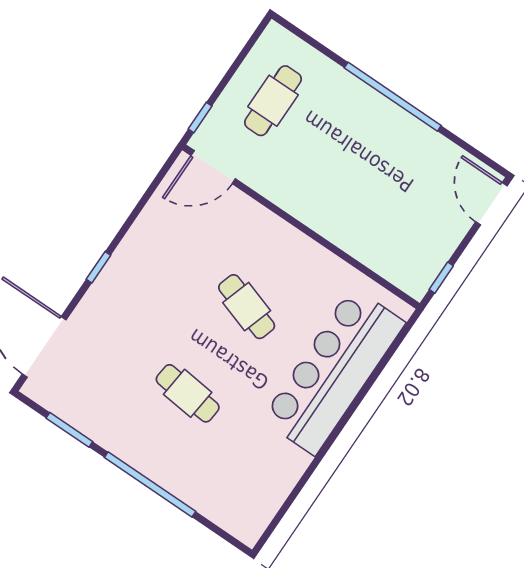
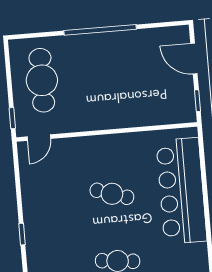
cafe table: (273, 101) -> (42, 80), width x1.37, depth x1.35
door: (213, 167) -> (39, 138), width x0.73
door: (491, 204) -> (194, 59), moved

